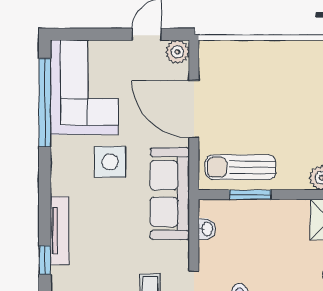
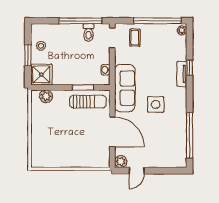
corner sofa: (84, 87) -> (169, 143), removed
tv unit: (60, 231) -> (182, 74), width x0.71
window: (45, 260) -> (190, 68), moved

